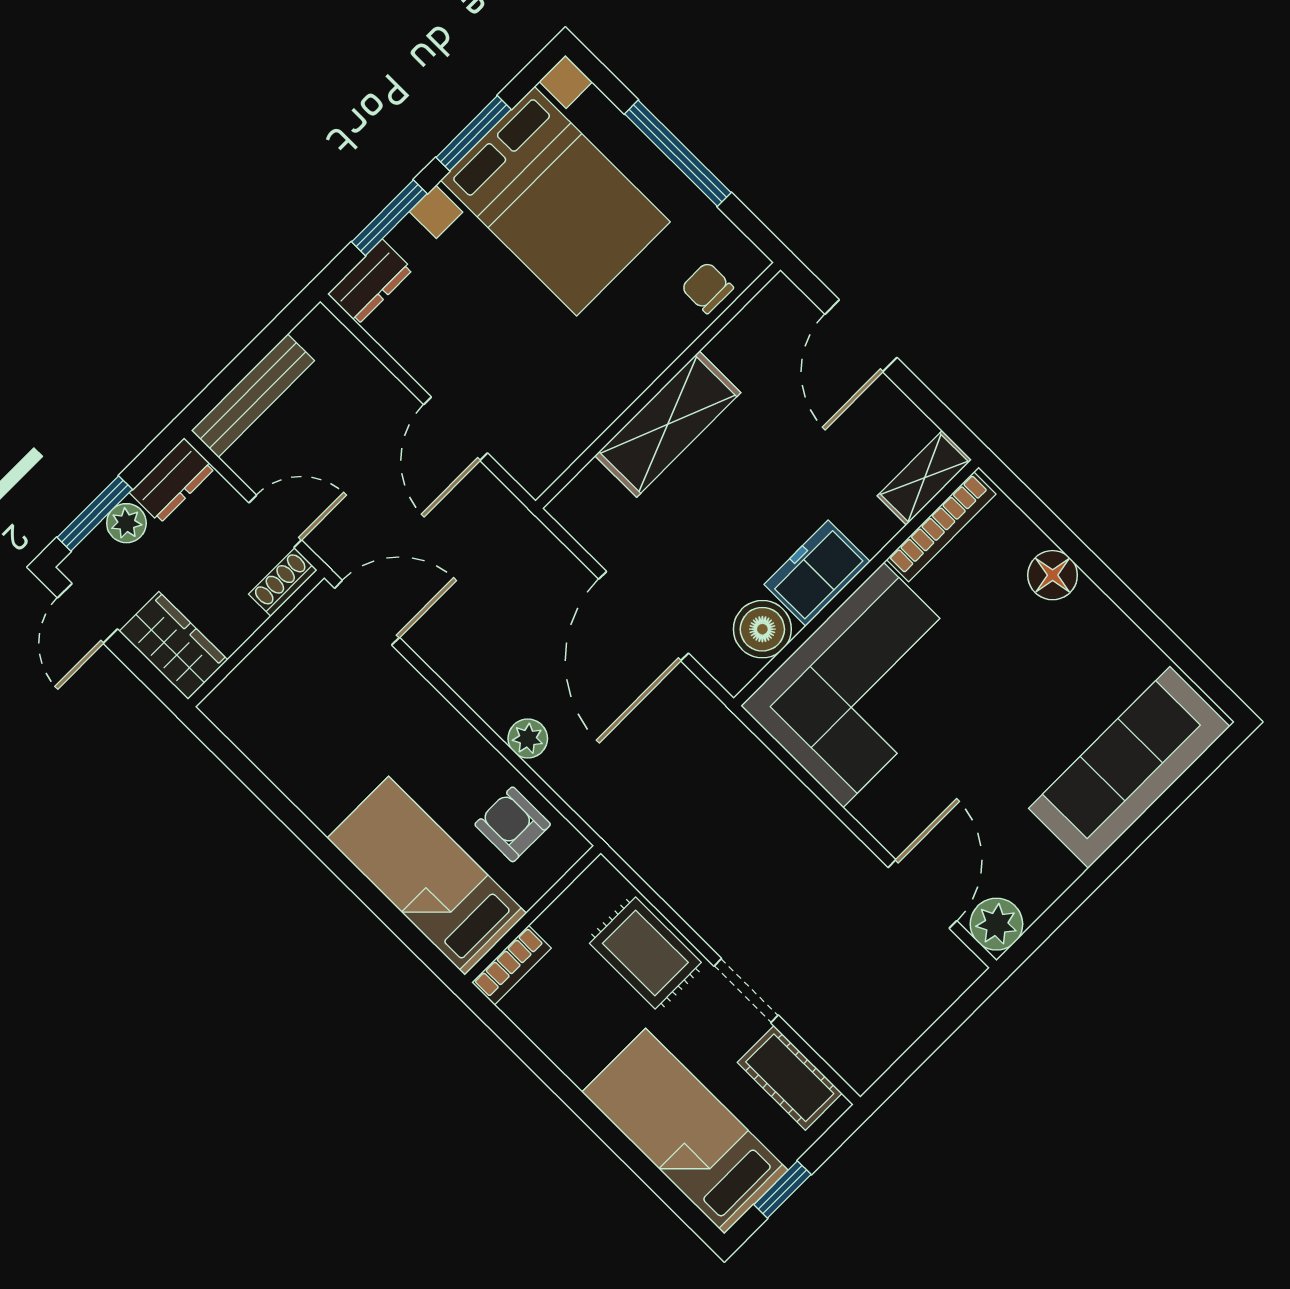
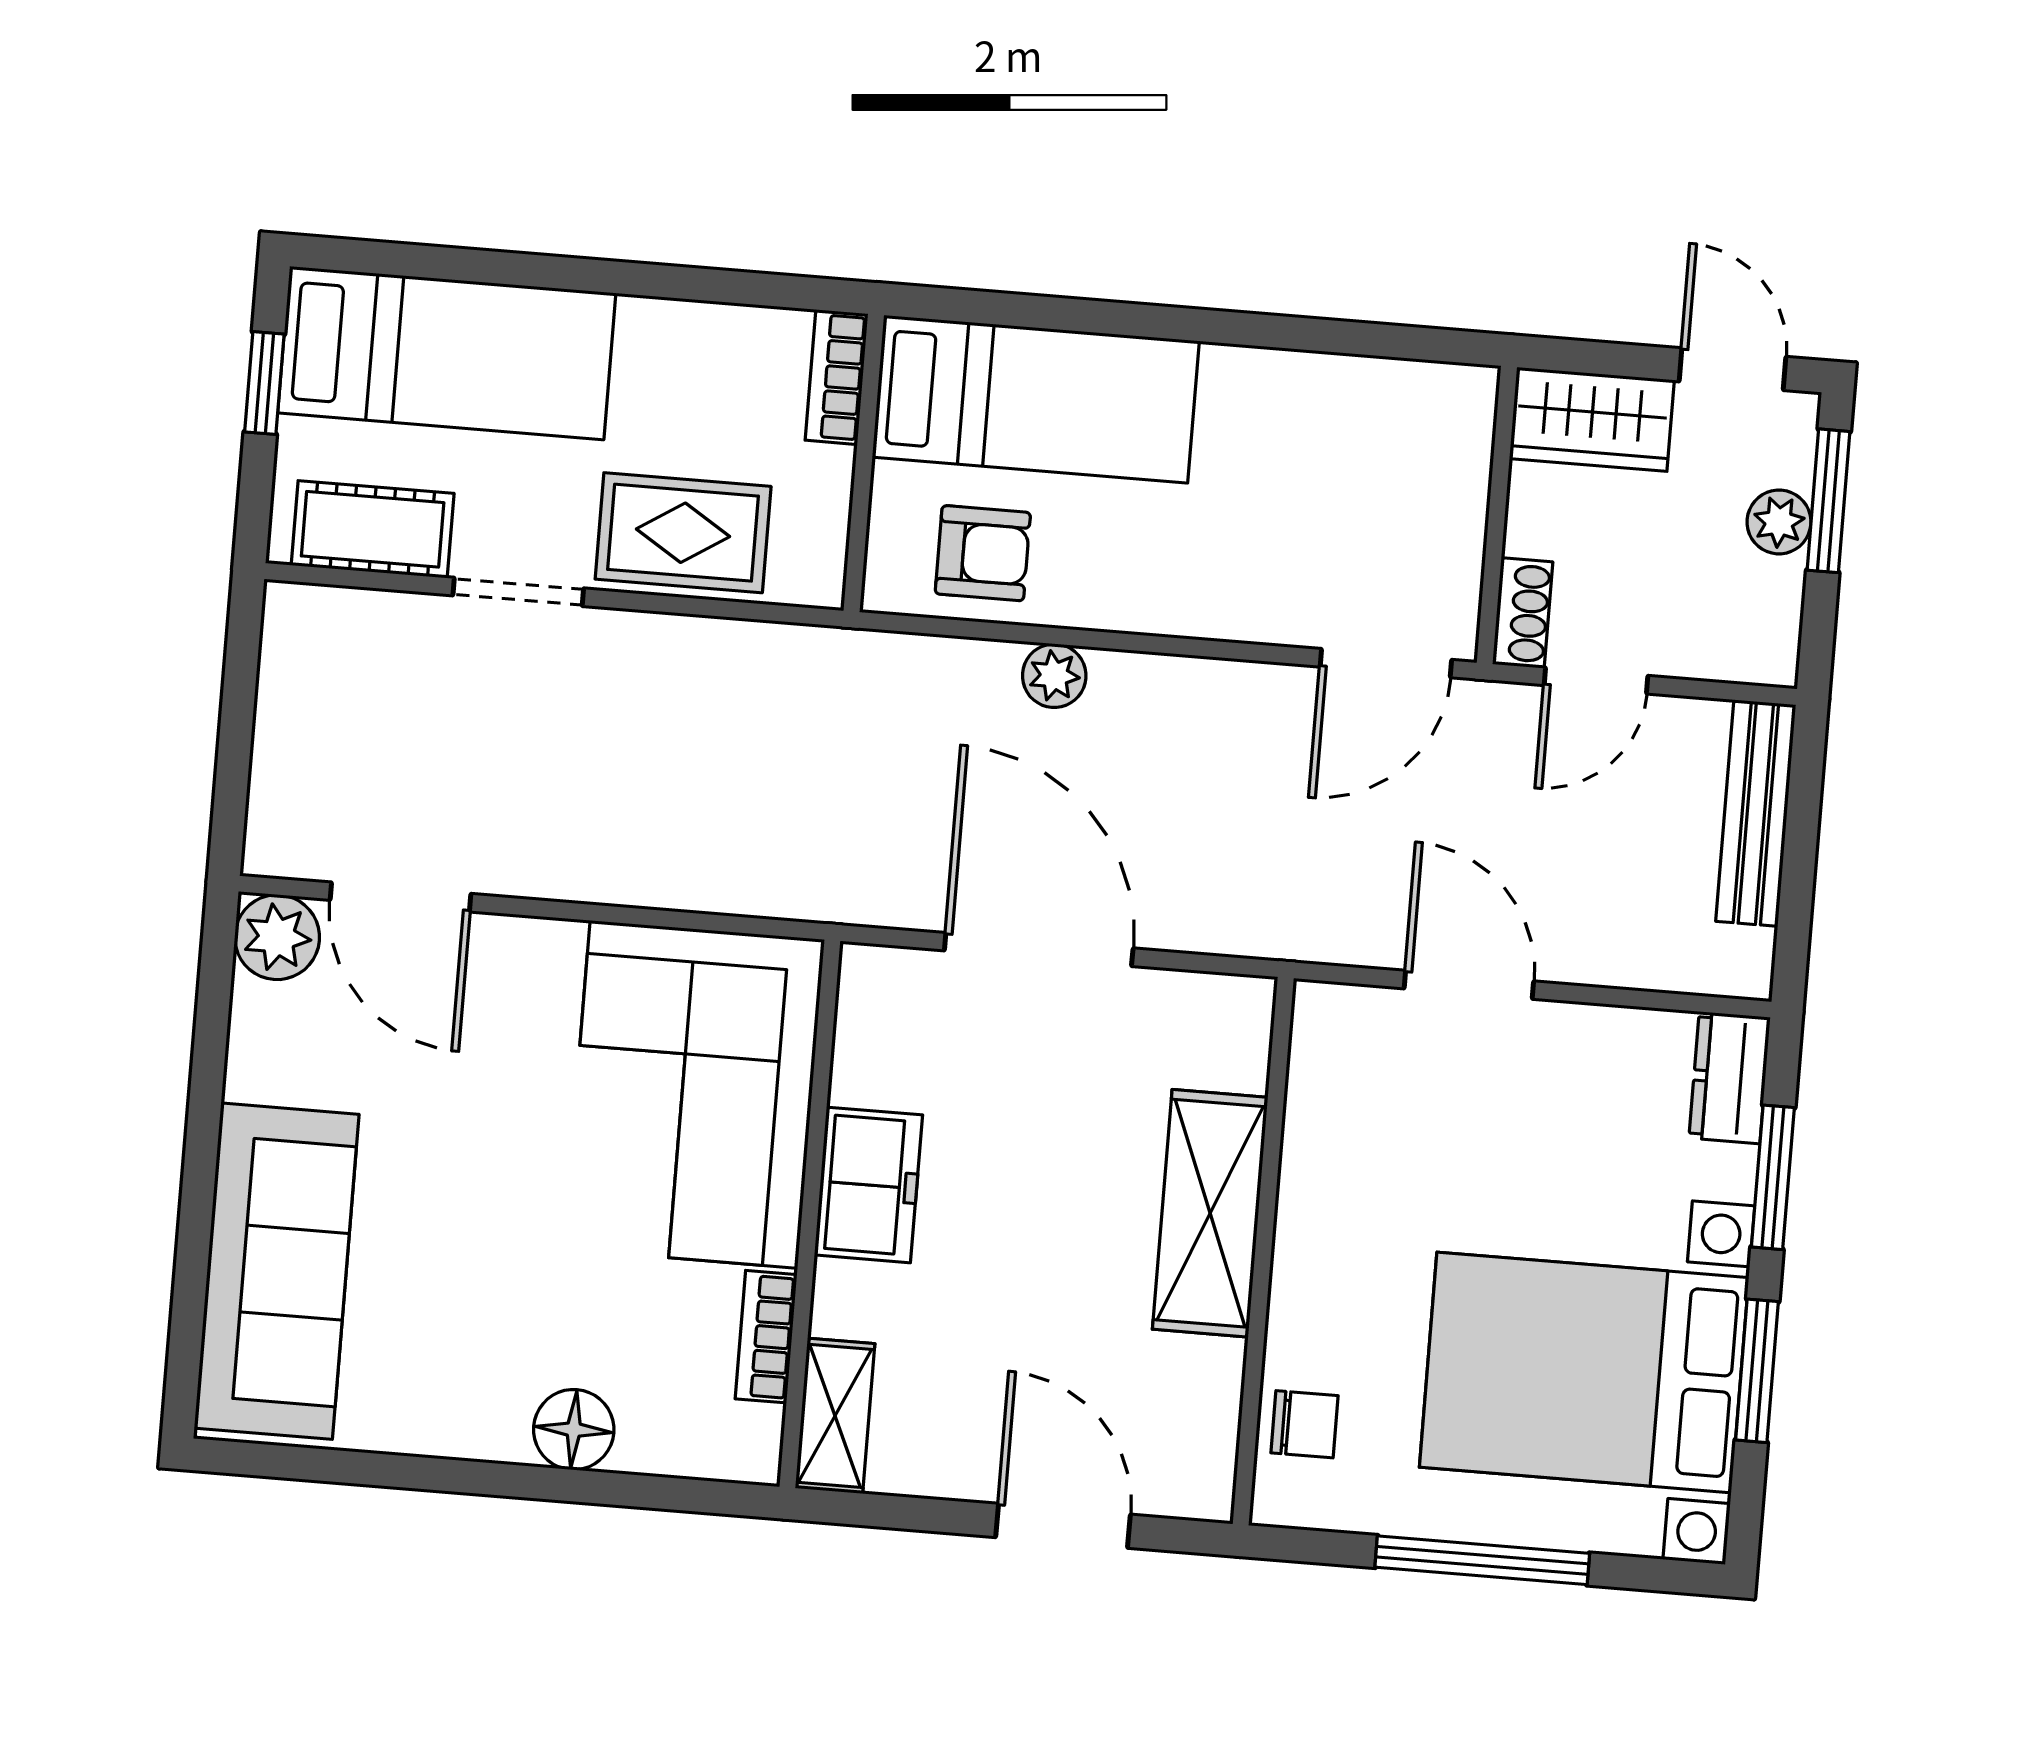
dresser: (172, 480) -> (1767, 623), removed
bookcase: (941, 527) -> (766, 1337), width x0.64
boiler: (762, 629) -> (878, 1058), removed

